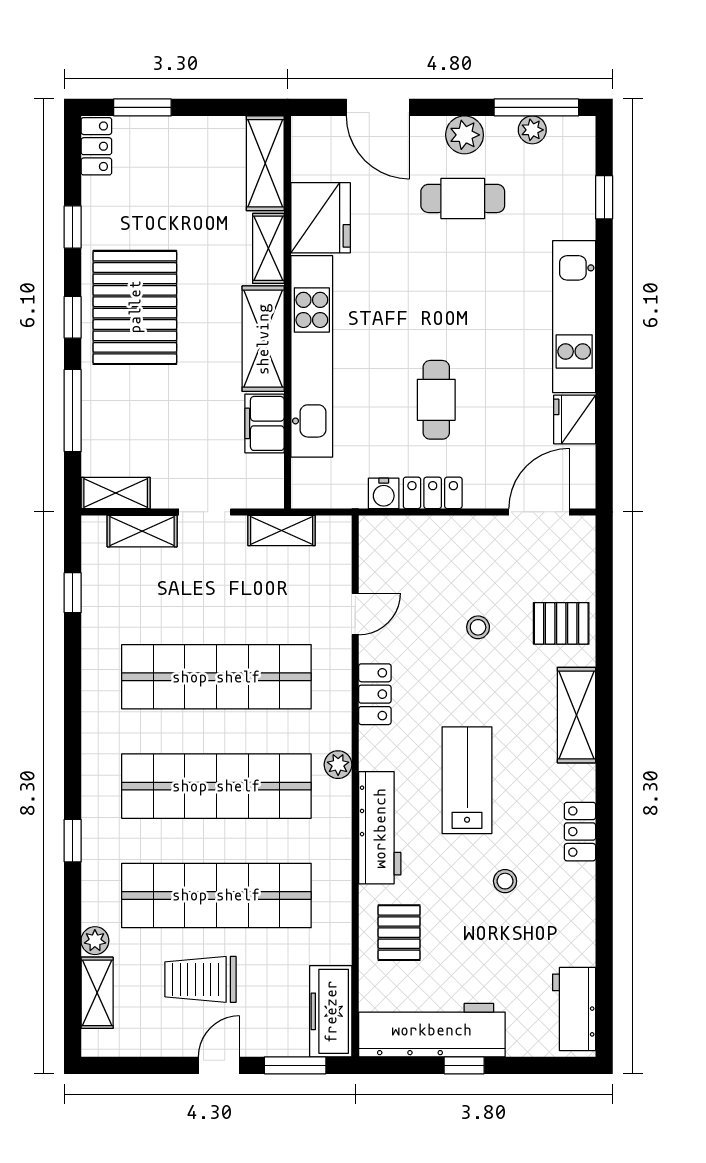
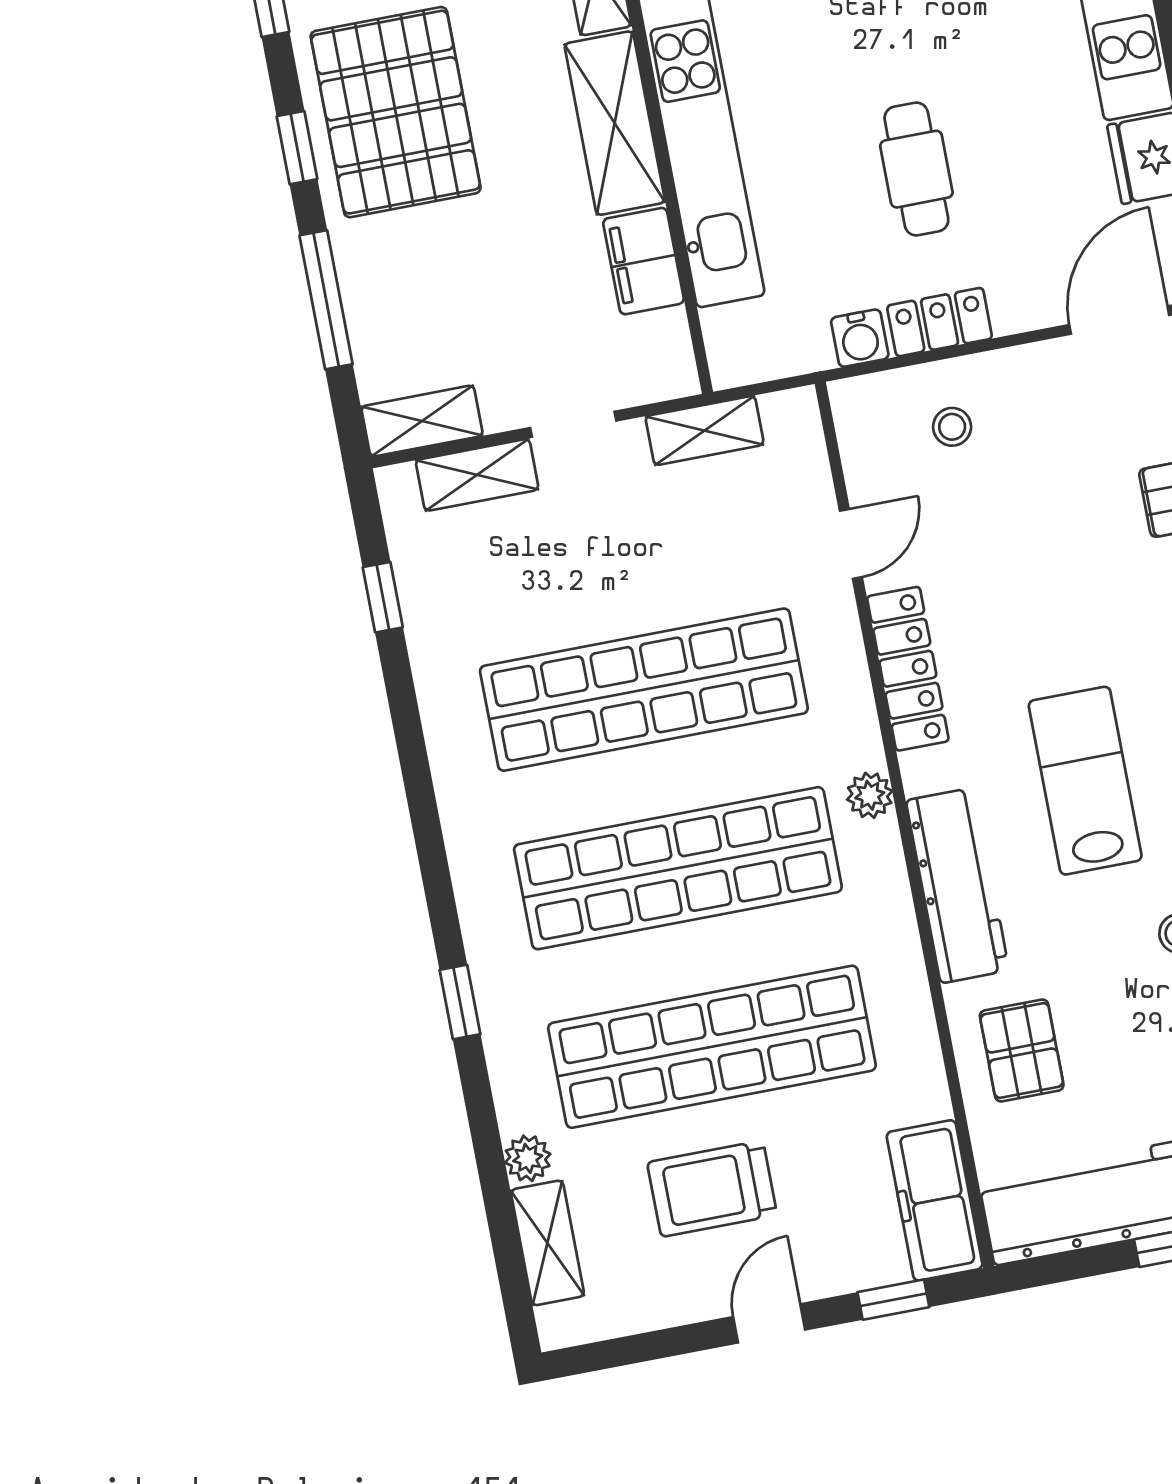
stool: (478, 627) -> (952, 427), moved
locker: (375, 694) -> (908, 669), width x1.53
window: (295, 1065) -> (893, 1300), width x0.67

